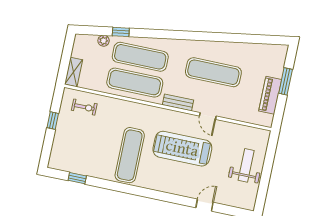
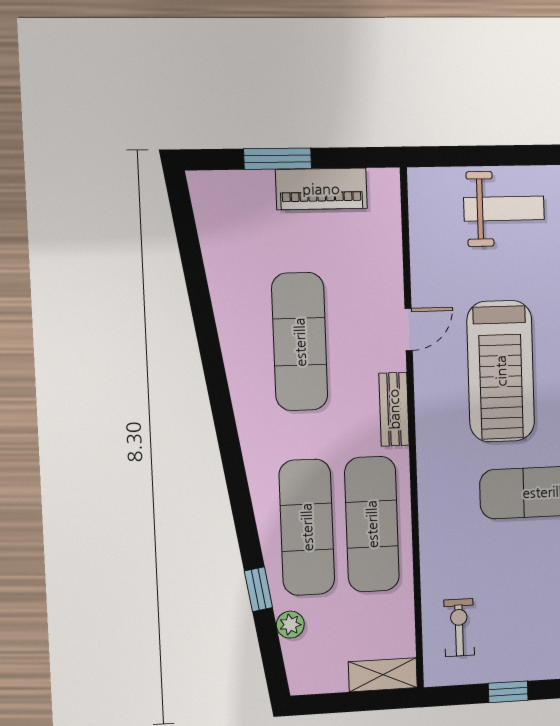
weight bench: (246, 165) -> (504, 209), turned 180

